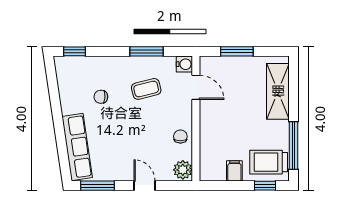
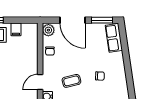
door: (196, 87) -> (40, 82), hinge flipped
row of seats: (77, 147) -> (114, 38), width x0.68
door: (144, 186) -> (73, 20), width x1.87

